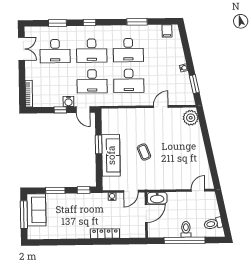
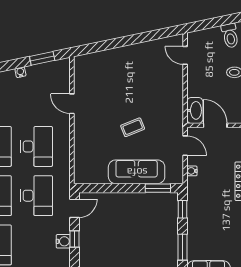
water cooler: (68, 101) -> (63, 241), moved
plant: (191, 118) -> (87, 64), removed
window: (99, 144) -> (158, 188), moved

